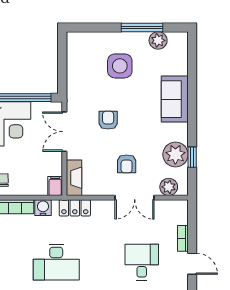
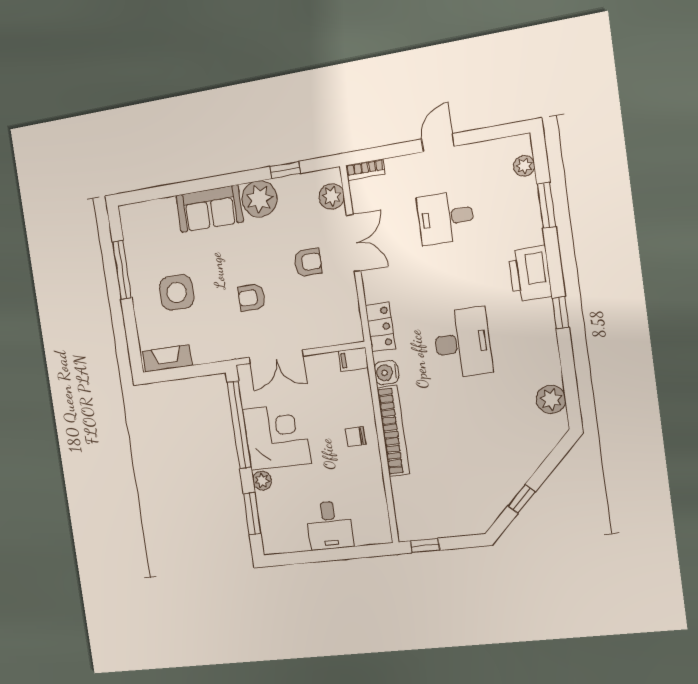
plant: (158, 40) -> (136, 245), removed
plant: (175, 155) -> (259, 199), moved
fireplace: (74, 178) -> (167, 358), moved
bookcase: (183, 238) -> (365, 170), moved

